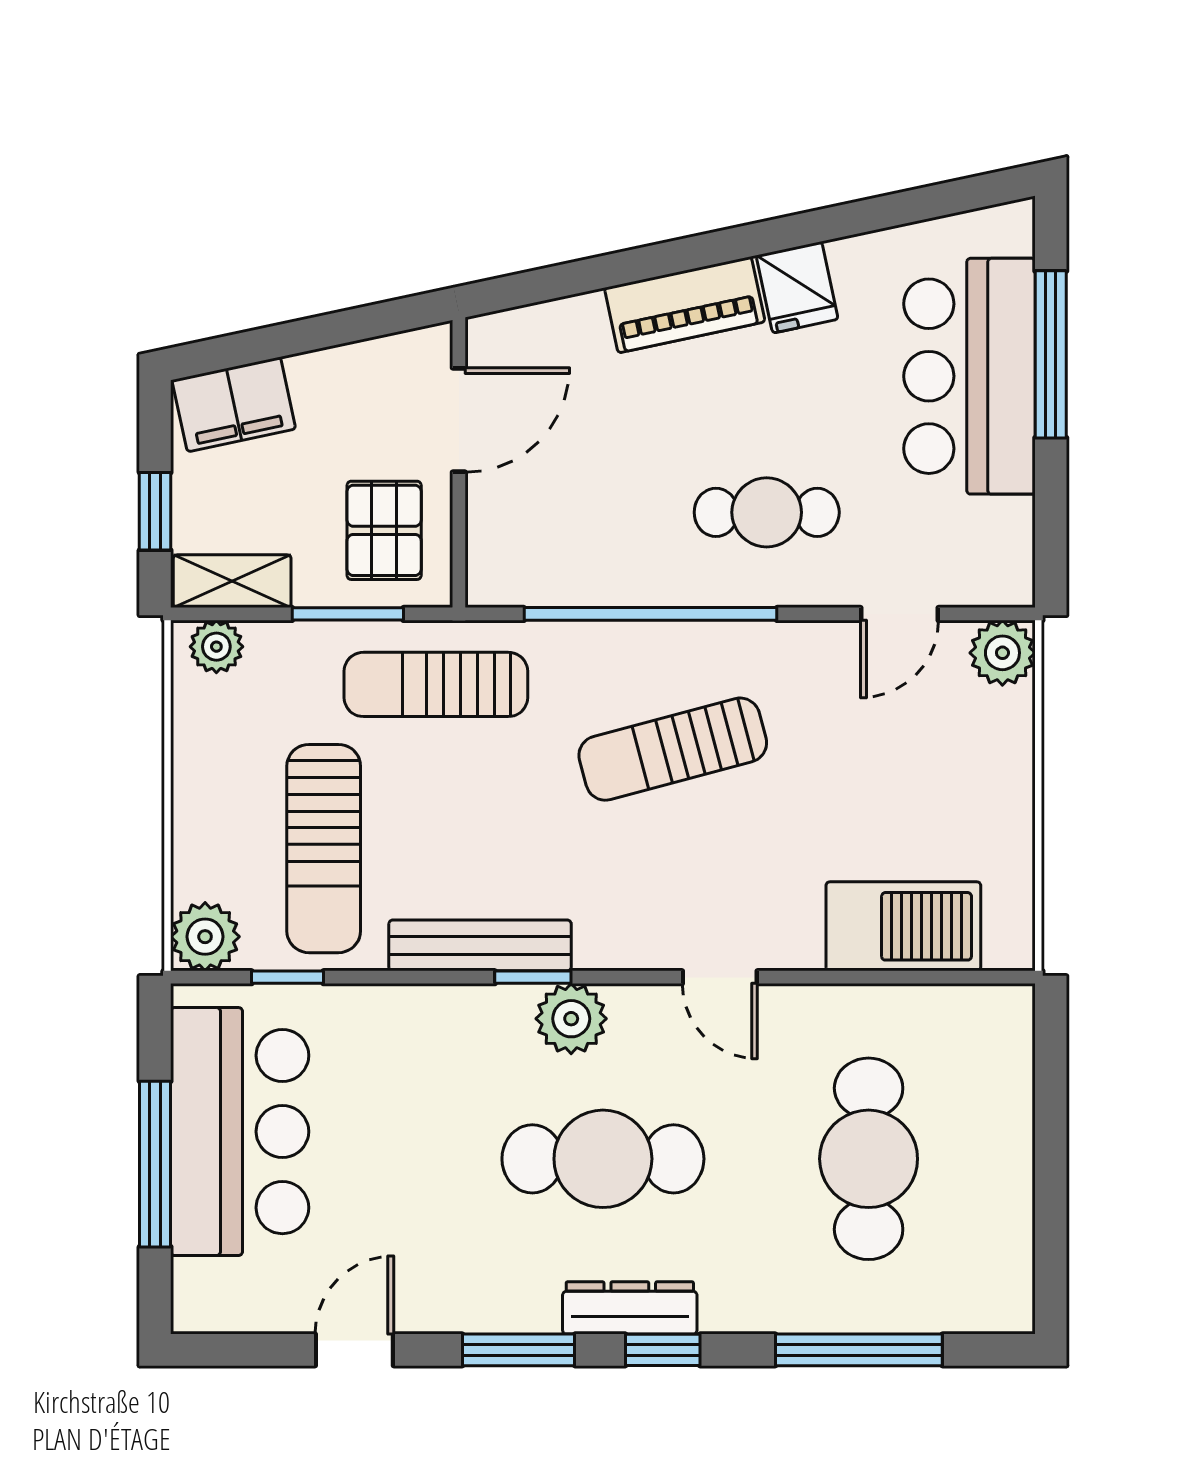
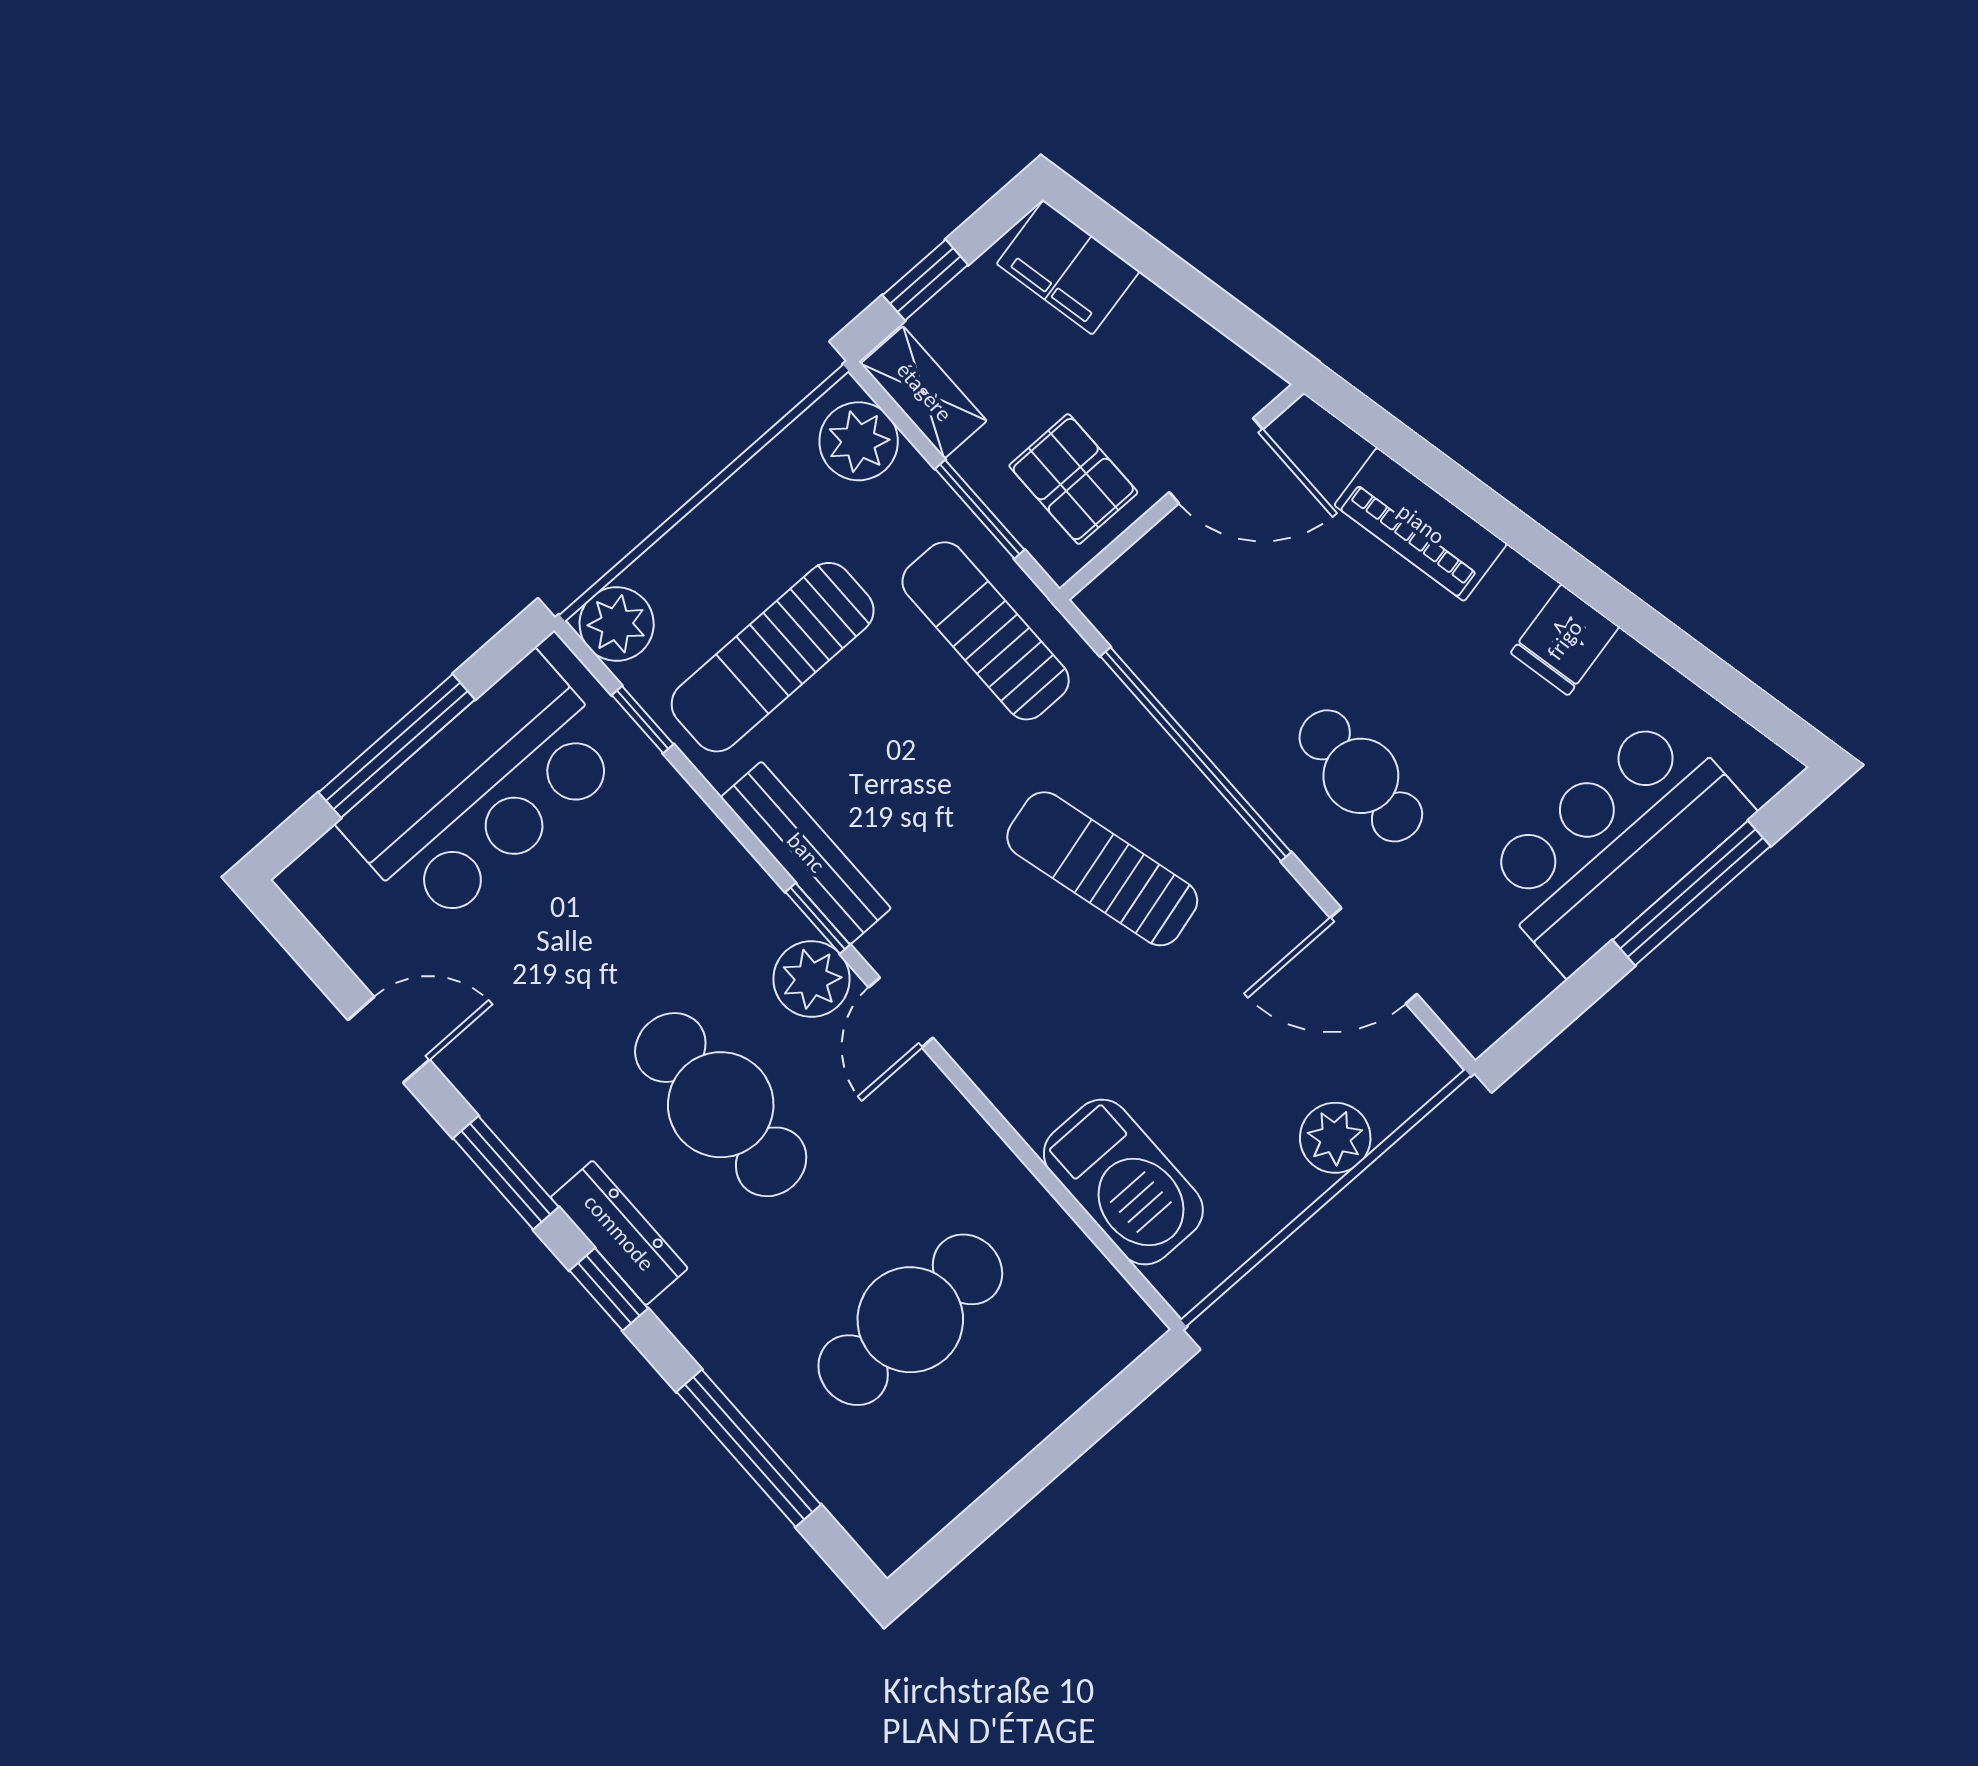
piano: (685, 305) -> (1421, 524), moved
pallet: (384, 530) -> (1073, 479), turned 90
door: (900, 614) -> (1374, 956), width x1.38
plant: (216, 647) -> (859, 441), width x1.38, depth x1.38
plant: (1002, 653) -> (1335, 1138), moved
door: (720, 977) -> (901, 1013), moved

